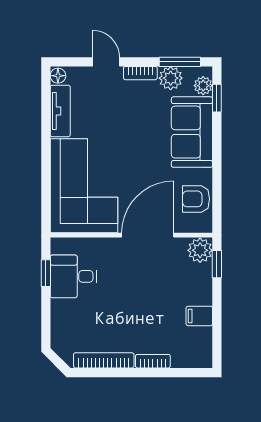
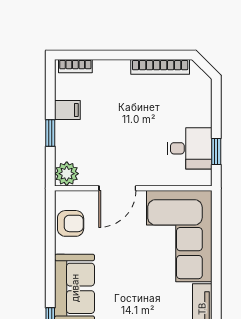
door: (148, 235) -> (117, 188), width x0.73
window: (217, 264) -> (50, 133), moved
bookcase: (153, 361) -> (75, 66), moved

